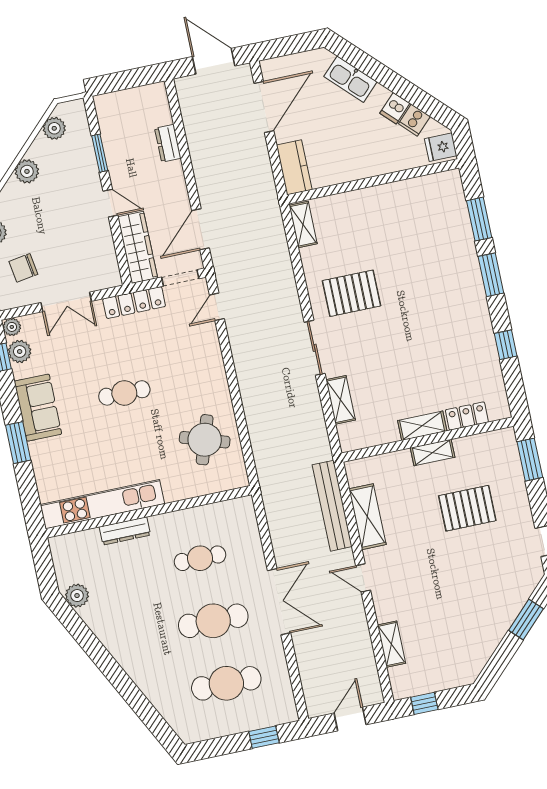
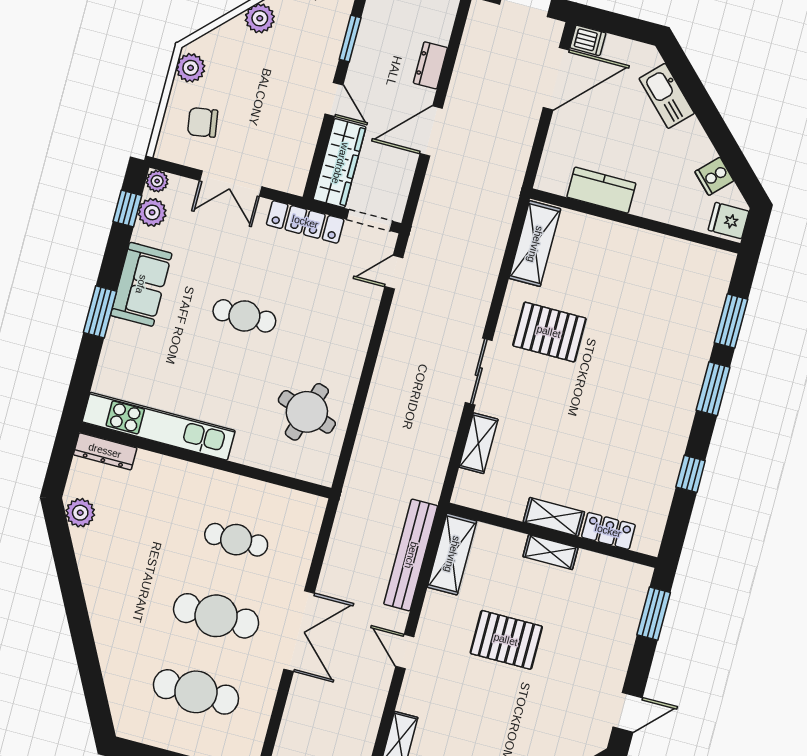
dishwasher: (395, 108) -> (588, 40), moved, turned -135
kitchen counter: (294, 167) -> (601, 190), moved, turned -90
shelving: (303, 224) -> (535, 244), width x1.50, depth x1.33
door: (200, 229) -> (431, 131), moved
pallet: (467, 508) -> (506, 640), moved
shelving: (367, 517) -> (452, 554), moved
dresser: (125, 531) -> (105, 451), moved

